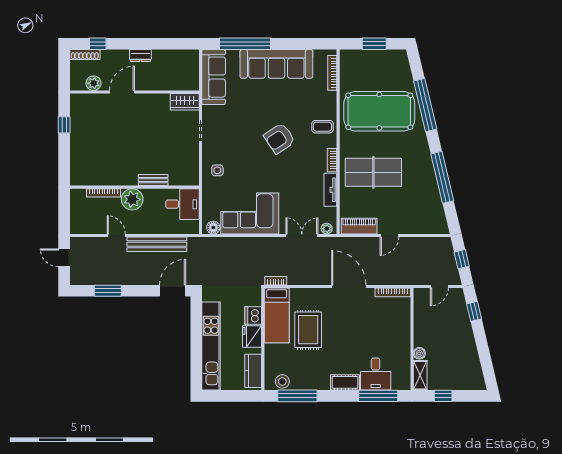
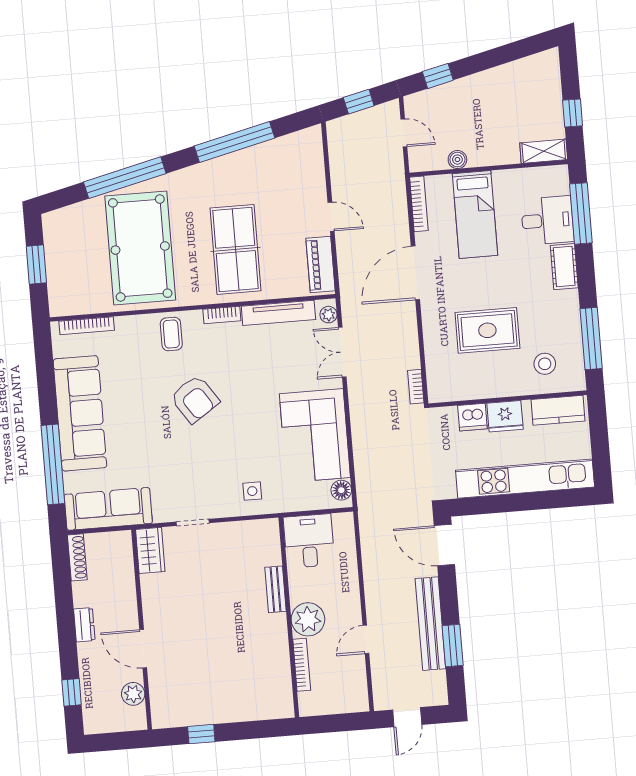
shoe rack: (85, 55) -> (77, 557), moved
tv unit: (330, 190) -> (278, 313), width x1.41
bench: (157, 244) -> (430, 624), moved
bed: (277, 315) -> (475, 215), moved, turned 90
boiler: (419, 353) -> (457, 160), moved
stool: (282, 381) -> (545, 364), moved

